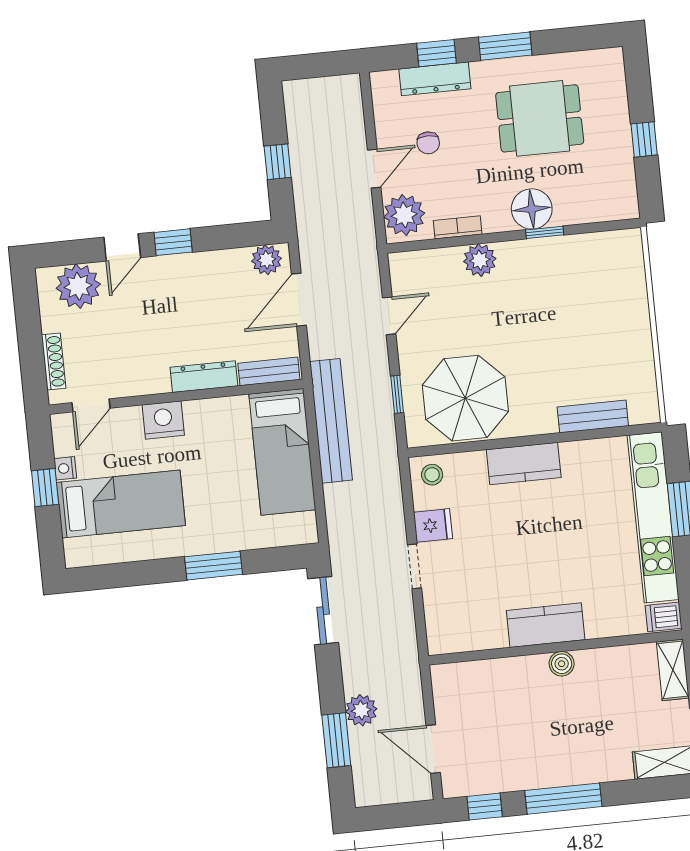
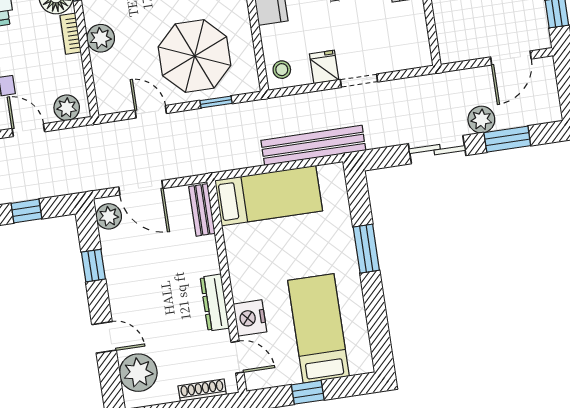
plant: (404, 215) -> (67, 108), width x0.73, depth x0.73
bookcase: (458, 227) -> (71, 34), moved
window: (173, 242) -> (93, 266), moved
dresser: (204, 377) -> (215, 303), moved
parasol: (465, 398) -> (195, 56), moved
nightstand: (163, 420) -> (250, 318), moved
bench: (331, 421) -> (313, 145), moved
nightstand: (65, 468) -> (291, 376), removed
sliding door: (323, 611) -> (437, 150), moved

